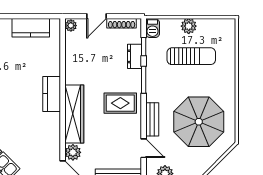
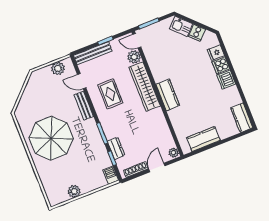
plant: (189, 26) -> (74, 191), moved
sun lounger: (191, 56) -> (73, 165), removed
rug: (120, 103) -> (110, 94), moved, turned 90
parasol: (199, 122) -> (51, 138), moved

